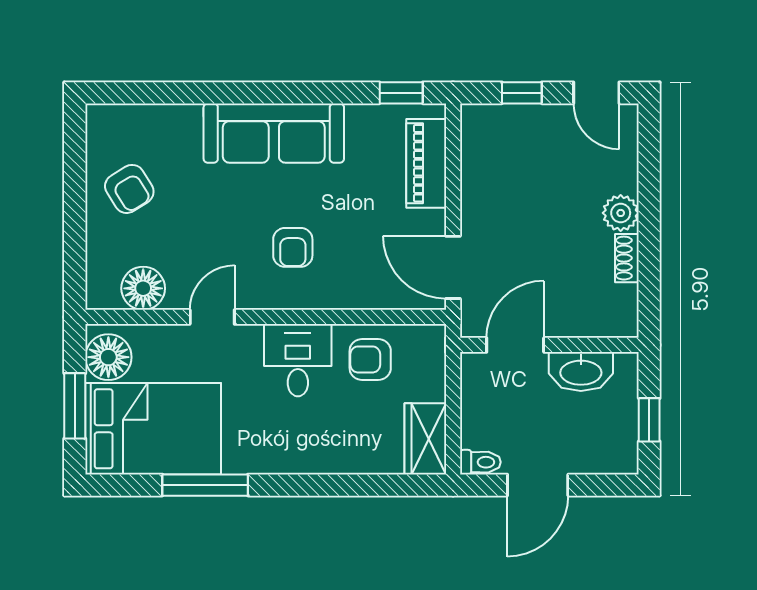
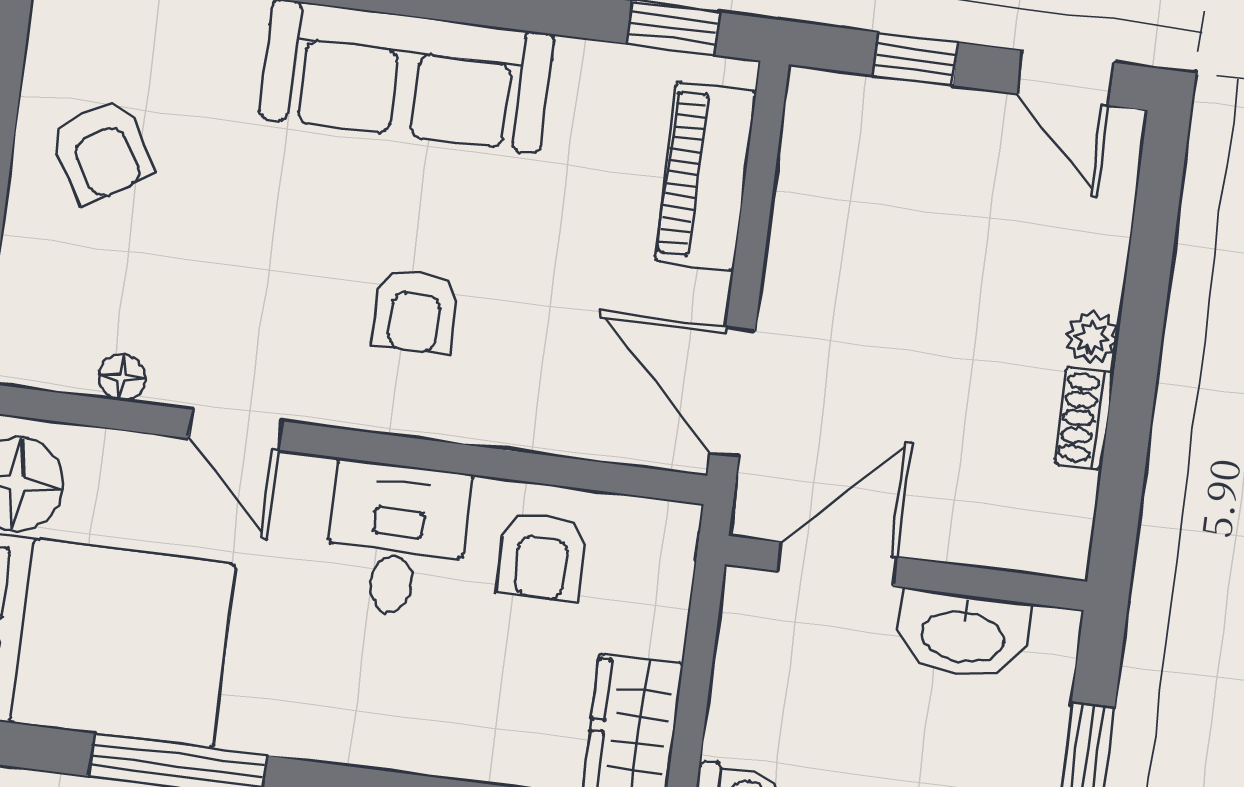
plant: (621, 213) -> (1092, 337), width x0.73, depth x0.73
floor lamp: (143, 288) -> (122, 377), width x0.53, depth x0.53
door: (212, 317) -> (235, 430), swing flipped
armchair: (370, 359) -> (542, 556), turned -90

